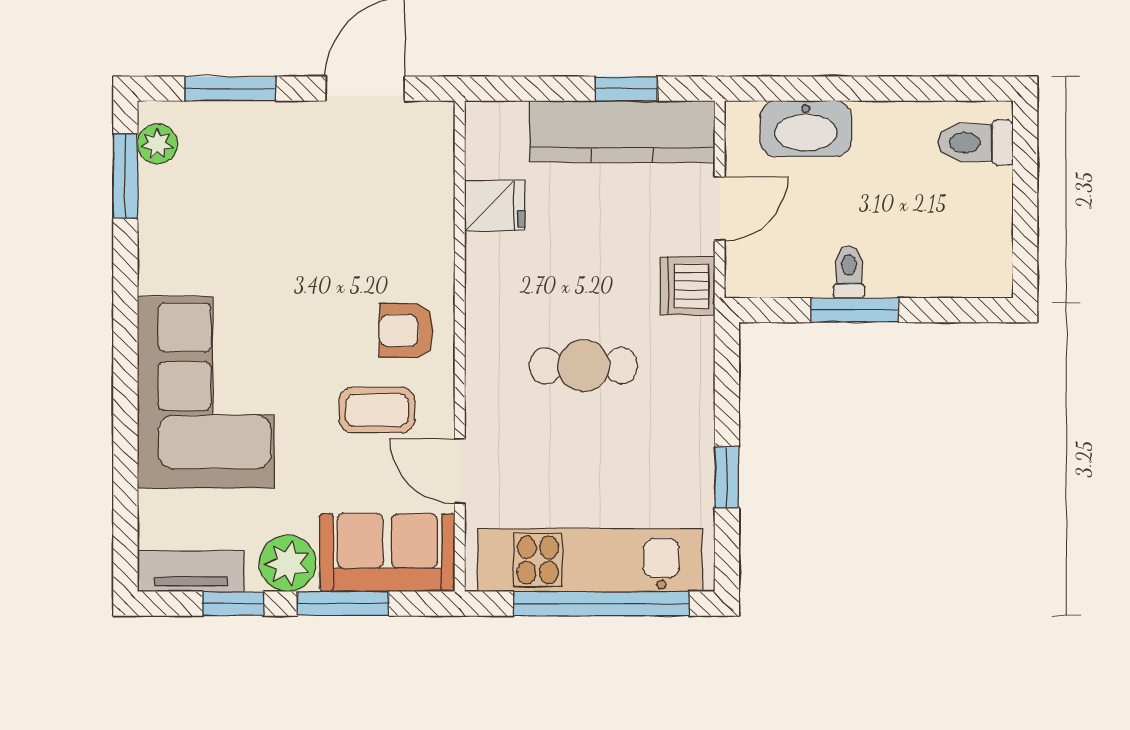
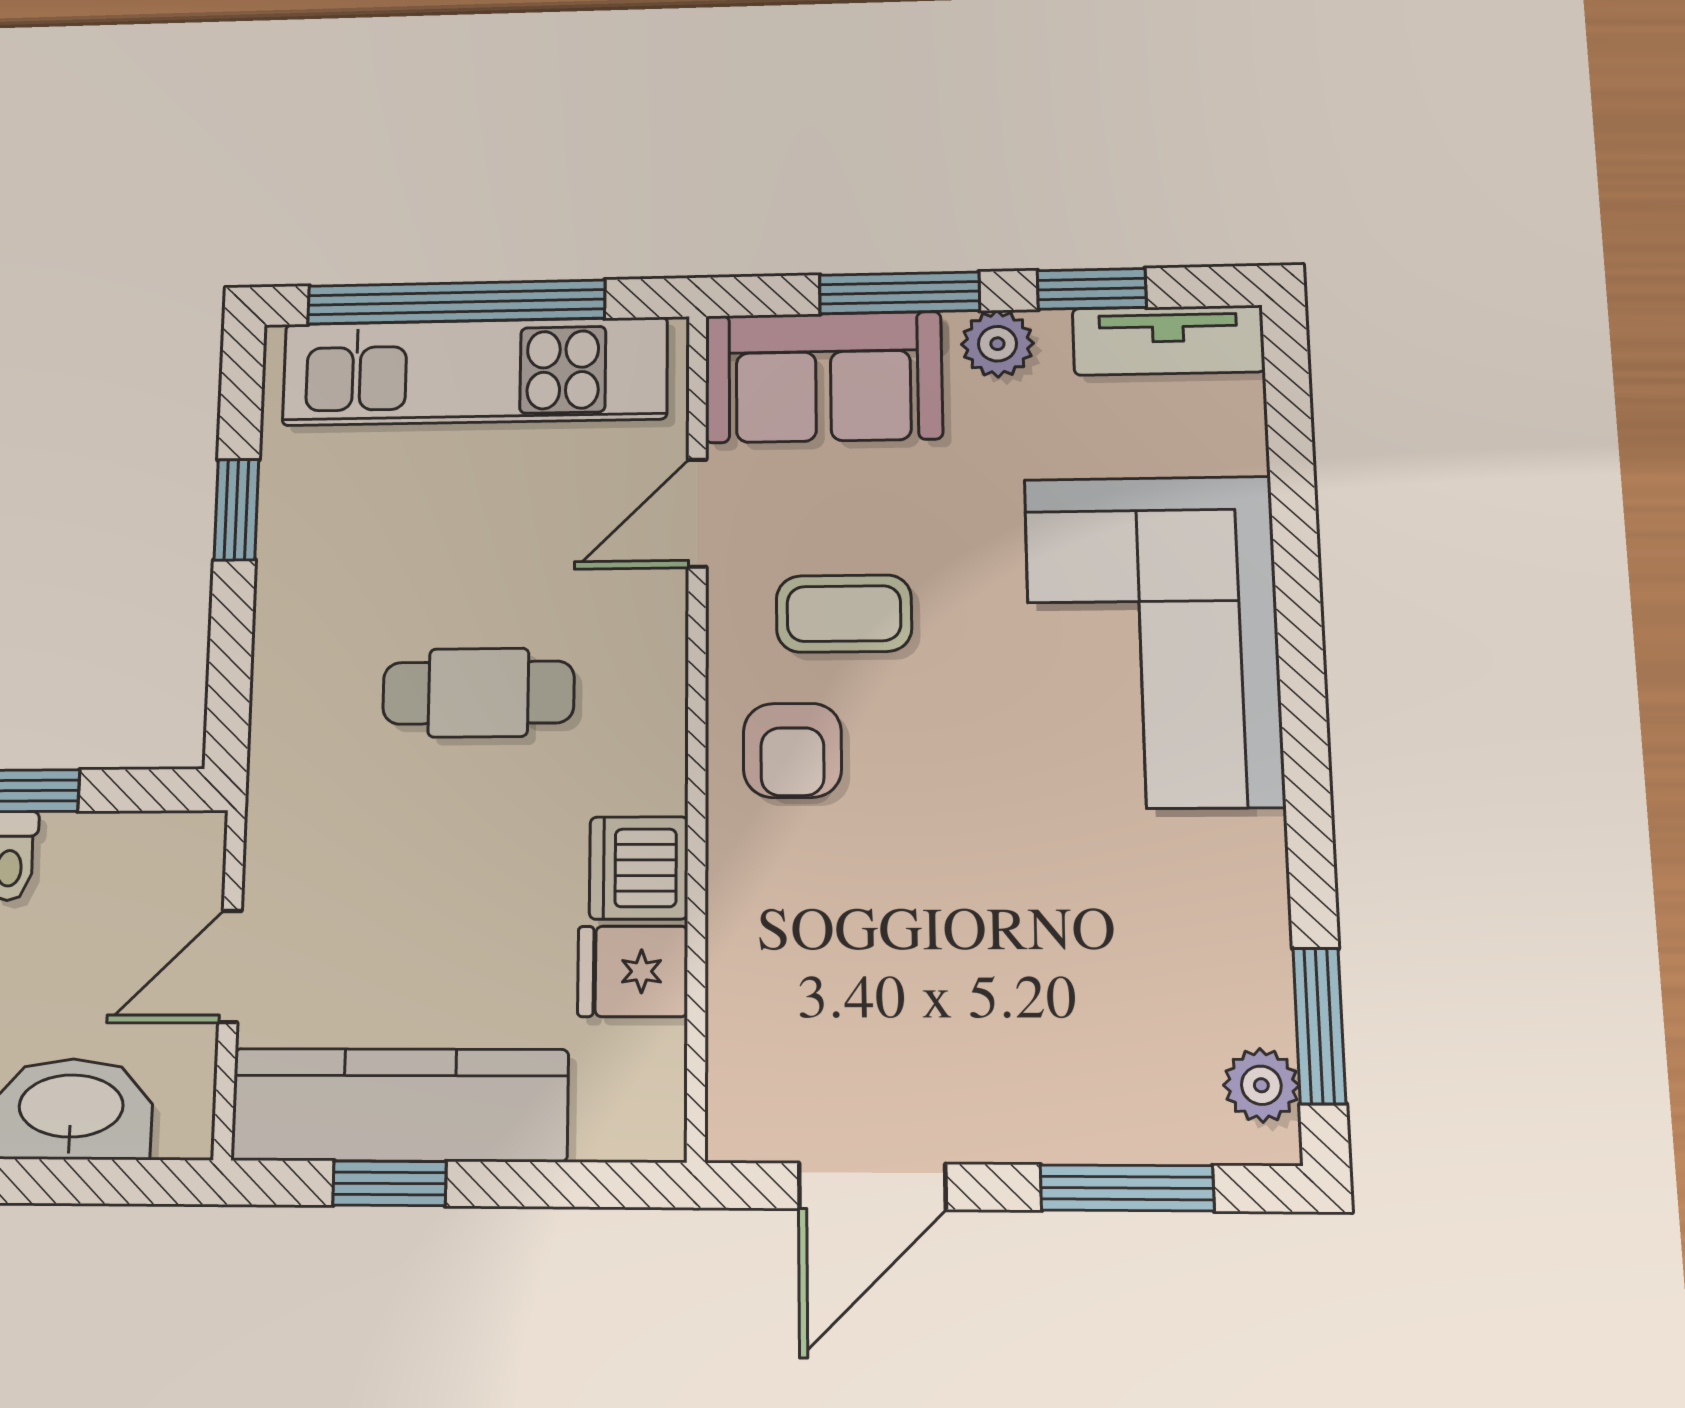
dishwasher: (688, 286) -> (639, 868), moved, turned 180
armchair: (406, 331) -> (792, 750), turned 90
door: (460, 471) -> (697, 513), swing flipped
plant: (288, 563) -> (997, 344), width x0.73, depth x0.73

